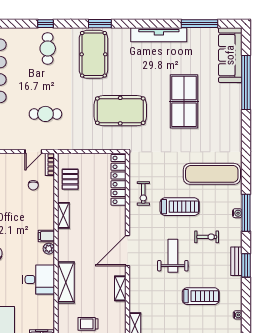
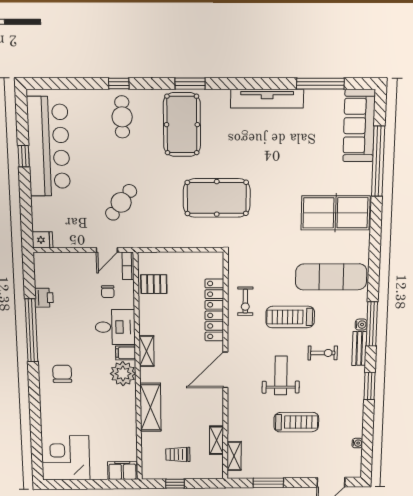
table tennis table: (184, 101) -> (335, 213), moved, turned 90
cafe table: (45, 114) -> (121, 202), turned -52
pallet: (70, 179) -> (154, 284), turned 90
locker: (118, 180) -> (214, 310), moved
treadmill: (180, 207) -> (290, 317), turned 180
shelving: (63, 215) -> (147, 351), moved
plant: (49, 249) -> (123, 374), width x1.88, depth x1.88
bench: (236, 261) -> (359, 349), moved
desk: (38, 280) -> (115, 327), moved
shelving: (120, 288) -> (216, 440), moved
treadmill: (201, 296) -> (296, 422), moved

